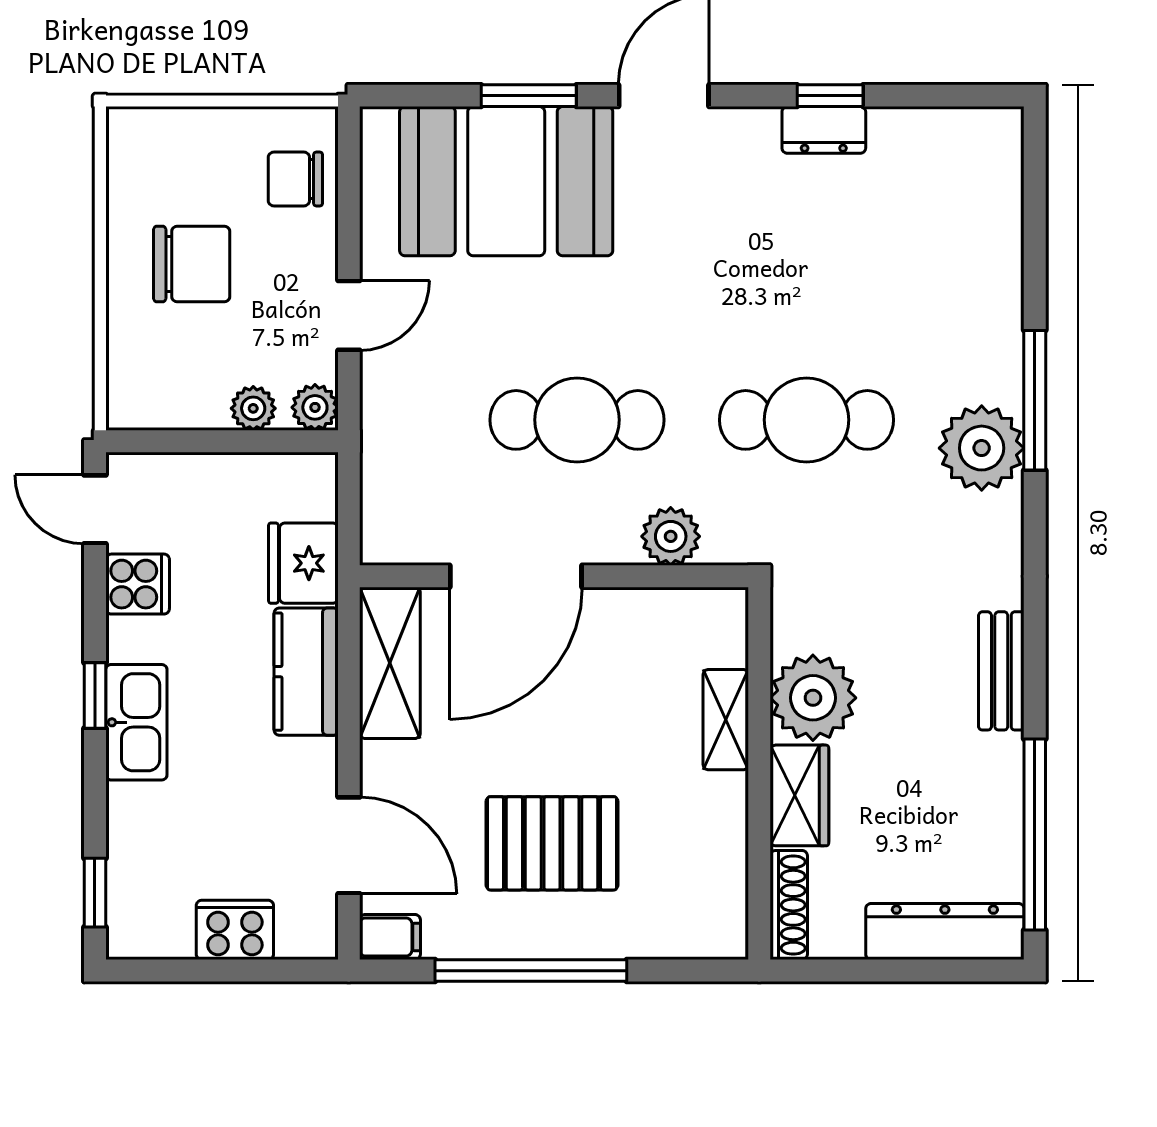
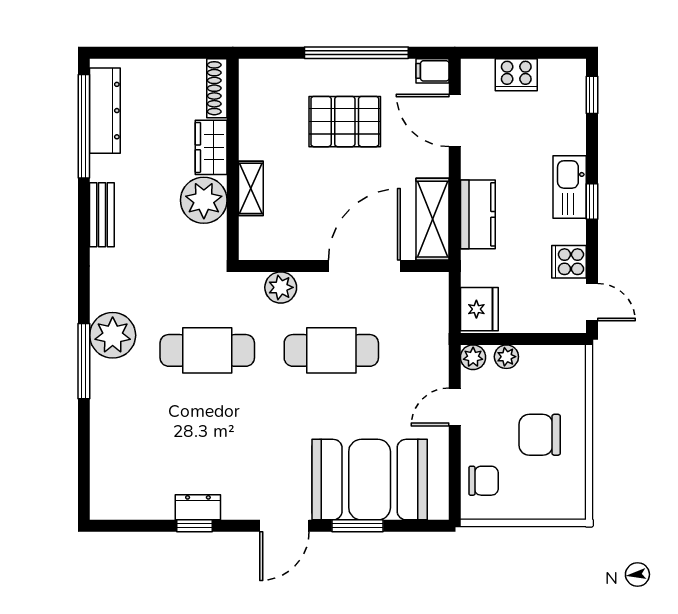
fridge: (303, 563) -> (479, 309), moved
dresser: (945, 932) -> (105, 111), moved, turned -90

